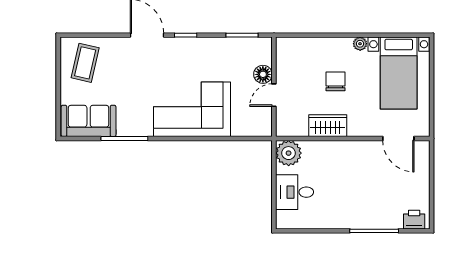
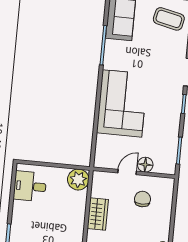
chair: (336, 81) -> (142, 199), moved, turned -90
door: (274, 95) -> (127, 172), hinge flipped
desk: (295, 192) -> (30, 186), moved, turned -90

